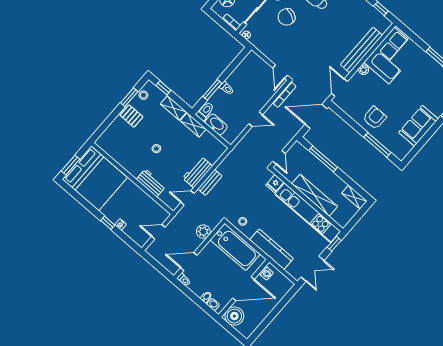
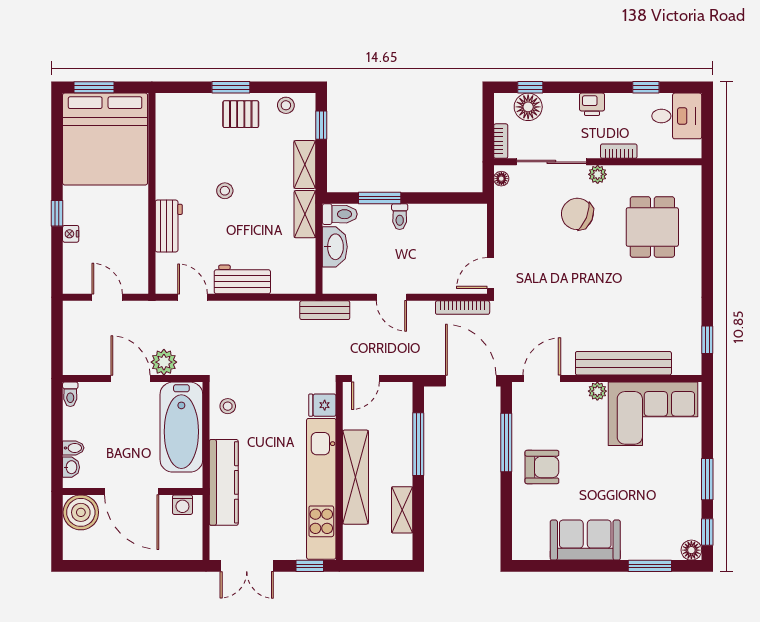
window: (129, 97) -> (231, 87), moved
pallet: (131, 116) -> (241, 114), turned 90
window: (377, 145) -> (506, 442), moved
bench: (210, 182) -> (325, 310), moved
shelving: (354, 197) -> (402, 510), moved
door: (189, 262) -> (131, 379), moved

